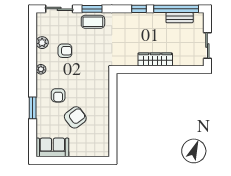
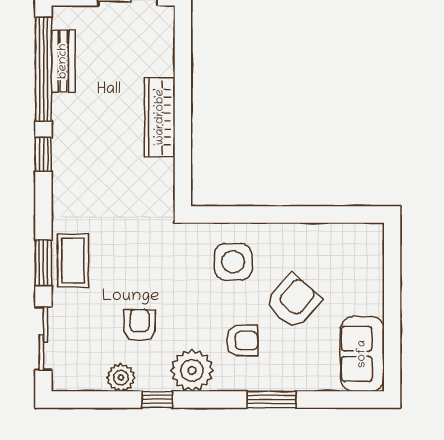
window: (33, 58) -> (157, 400), added
plant: (41, 69) -> (192, 370), width x1.88, depth x1.88
side table: (92, 91) -> (233, 262), added
armchair: (75, 117) -> (293, 301), turned 78

